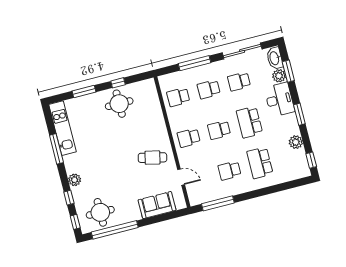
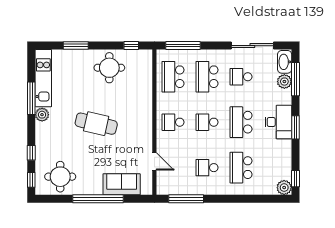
window: (195, 63) -> (183, 46), moved
window: (288, 71) -> (295, 79), width x1.44
window: (118, 83) -> (131, 46), moved
school desk: (209, 89) -> (207, 77), width x1.85
school desk: (178, 97) -> (173, 77), width x1.85
desk: (279, 100) -> (278, 122), moved
plant: (296, 142) -> (284, 188), moved
cafe table: (152, 158) -> (96, 124), moved, width x1.37, depth x1.35
plant: (75, 180) -> (42, 115), moved
window: (115, 230) -> (98, 199), moved

